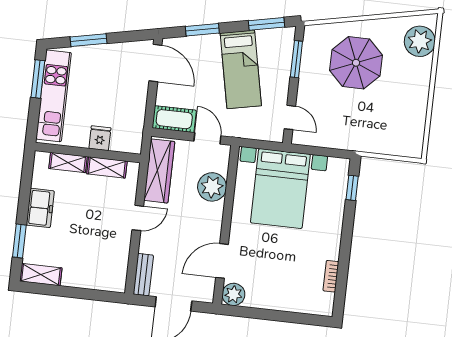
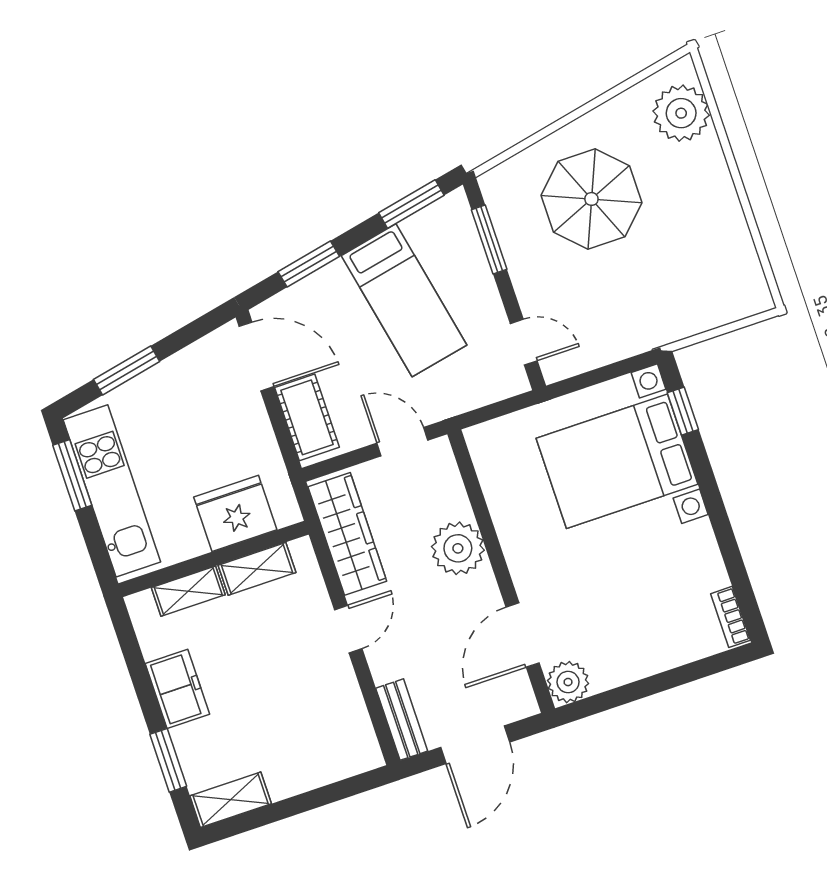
cot: (174, 119) -> (307, 417), moved, turned 90
fridge: (100, 138) -> (235, 513), width x1.88, depth x1.34
plant: (212, 187) -> (458, 548), moved
bed with nightstands: (280, 188) -> (617, 461), moved, turned 90
bookcase: (331, 276) -> (731, 617), moved

